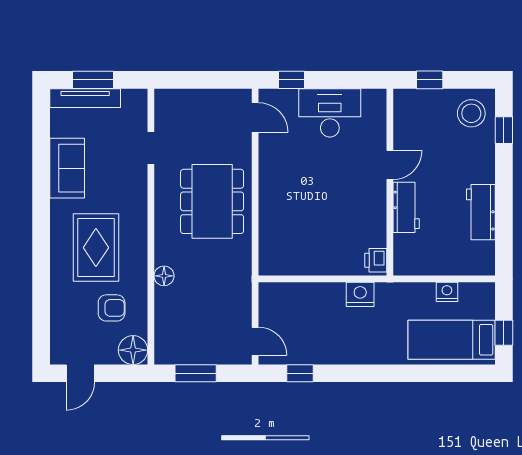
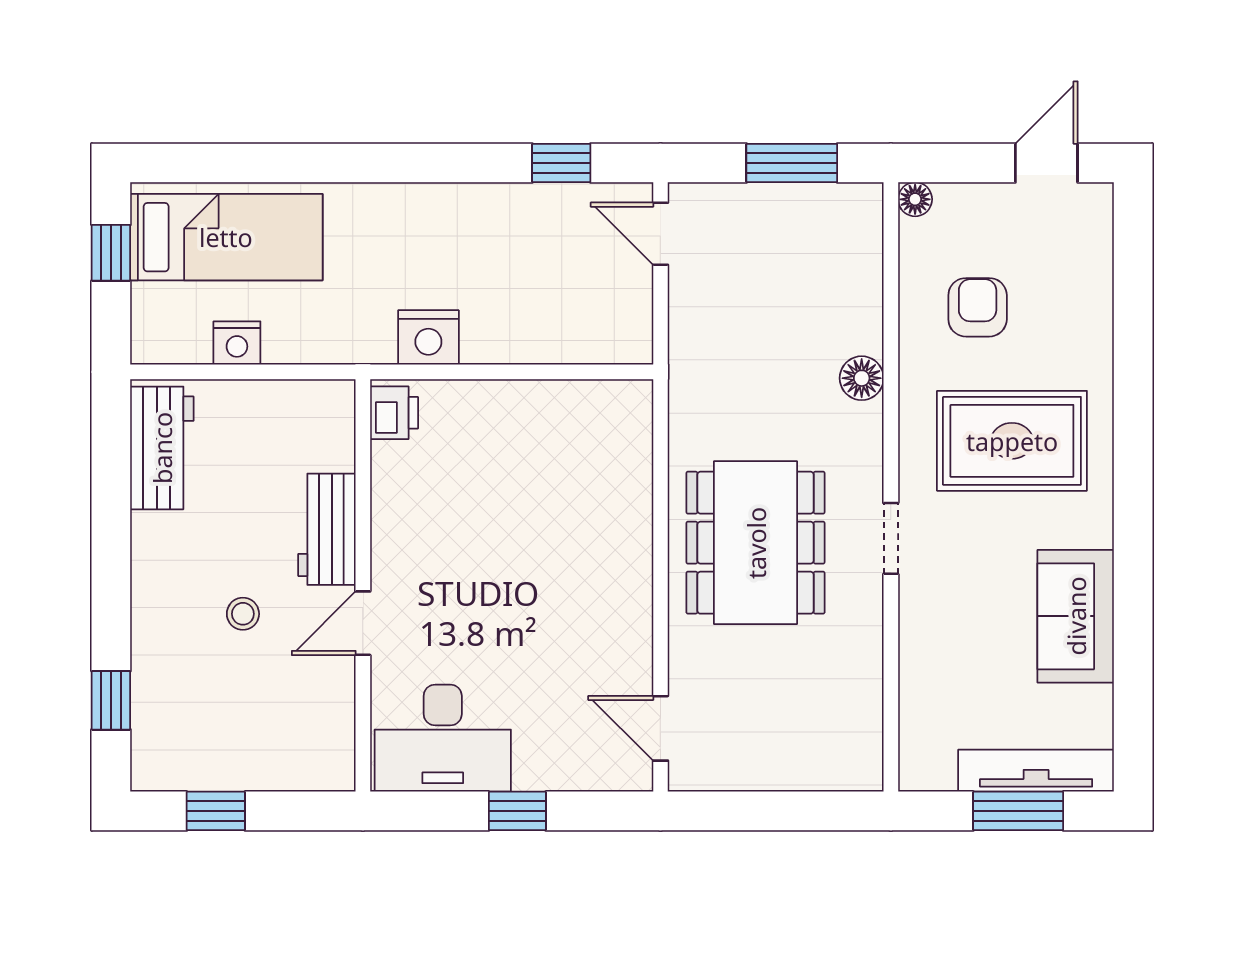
window: (291, 80) -> (517, 811), moved
window: (430, 80) -> (216, 811), moved
desk: (330, 113) -> (443, 738), moved
stool: (471, 113) -> (243, 614), moved, width x0.53, depth x0.53
doorway: (151, 148) -> (891, 538), moved
workbench: (481, 212) -> (162, 448), moved
rug: (96, 248) -> (1012, 441), turned 90
armchair: (112, 308) -> (978, 307), turned 90
floor lamp: (133, 350) -> (915, 199), width x0.53, depth x0.53

